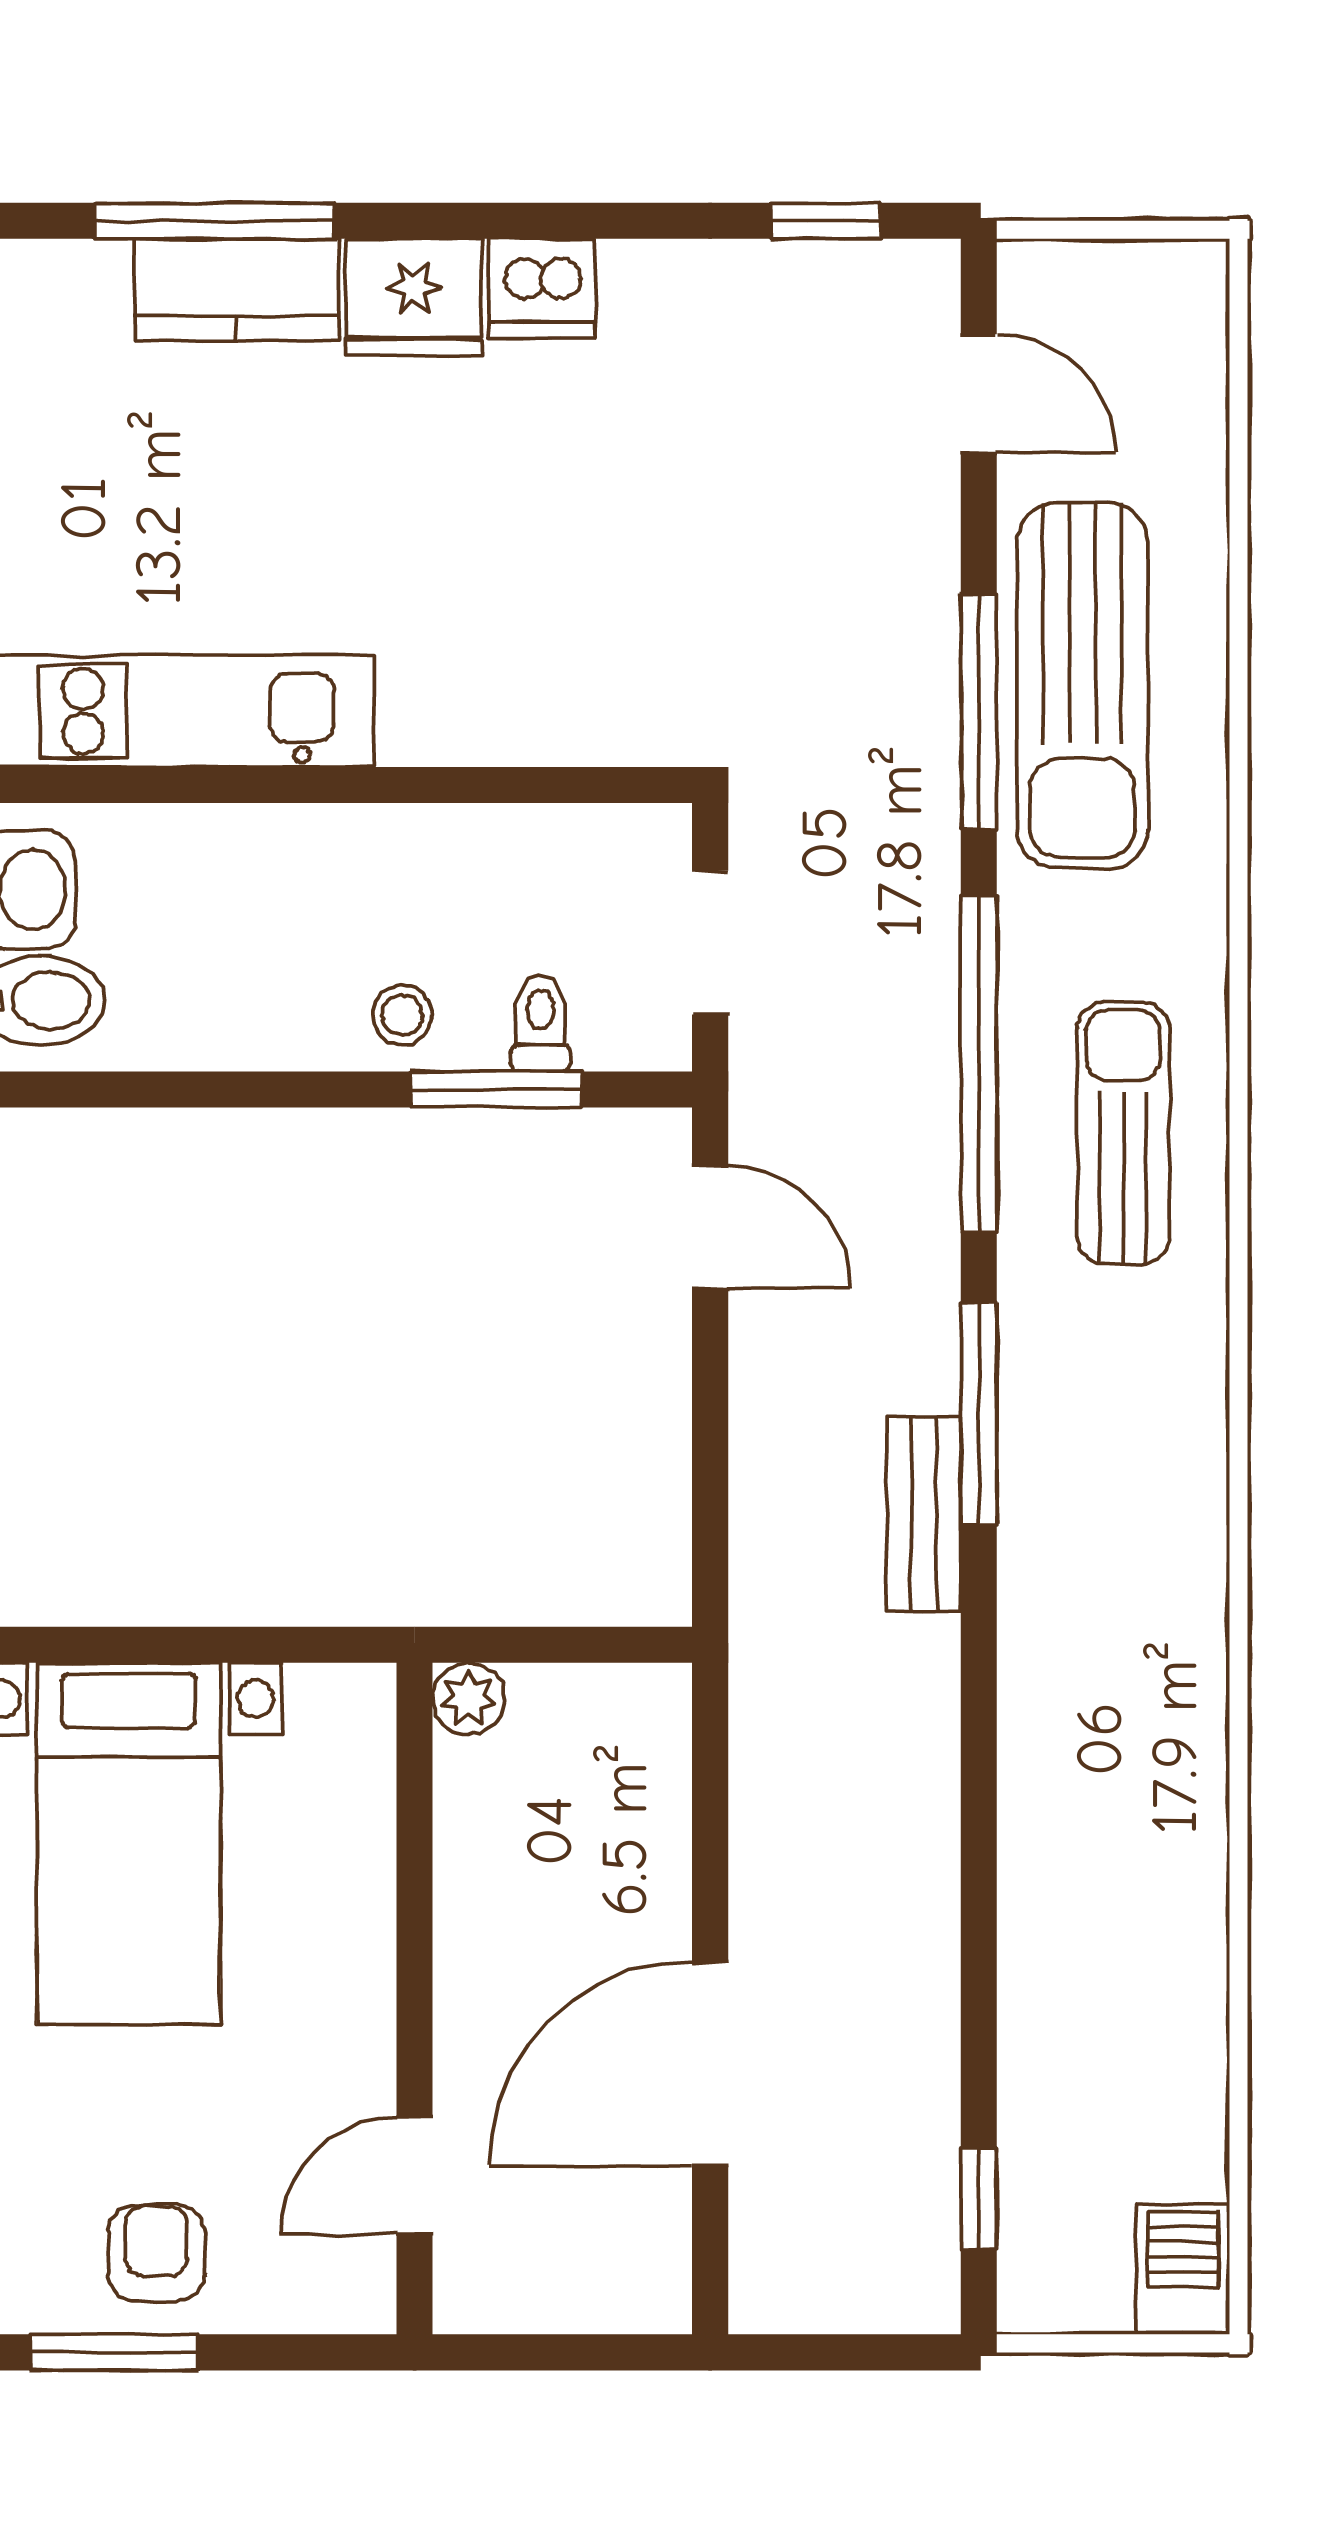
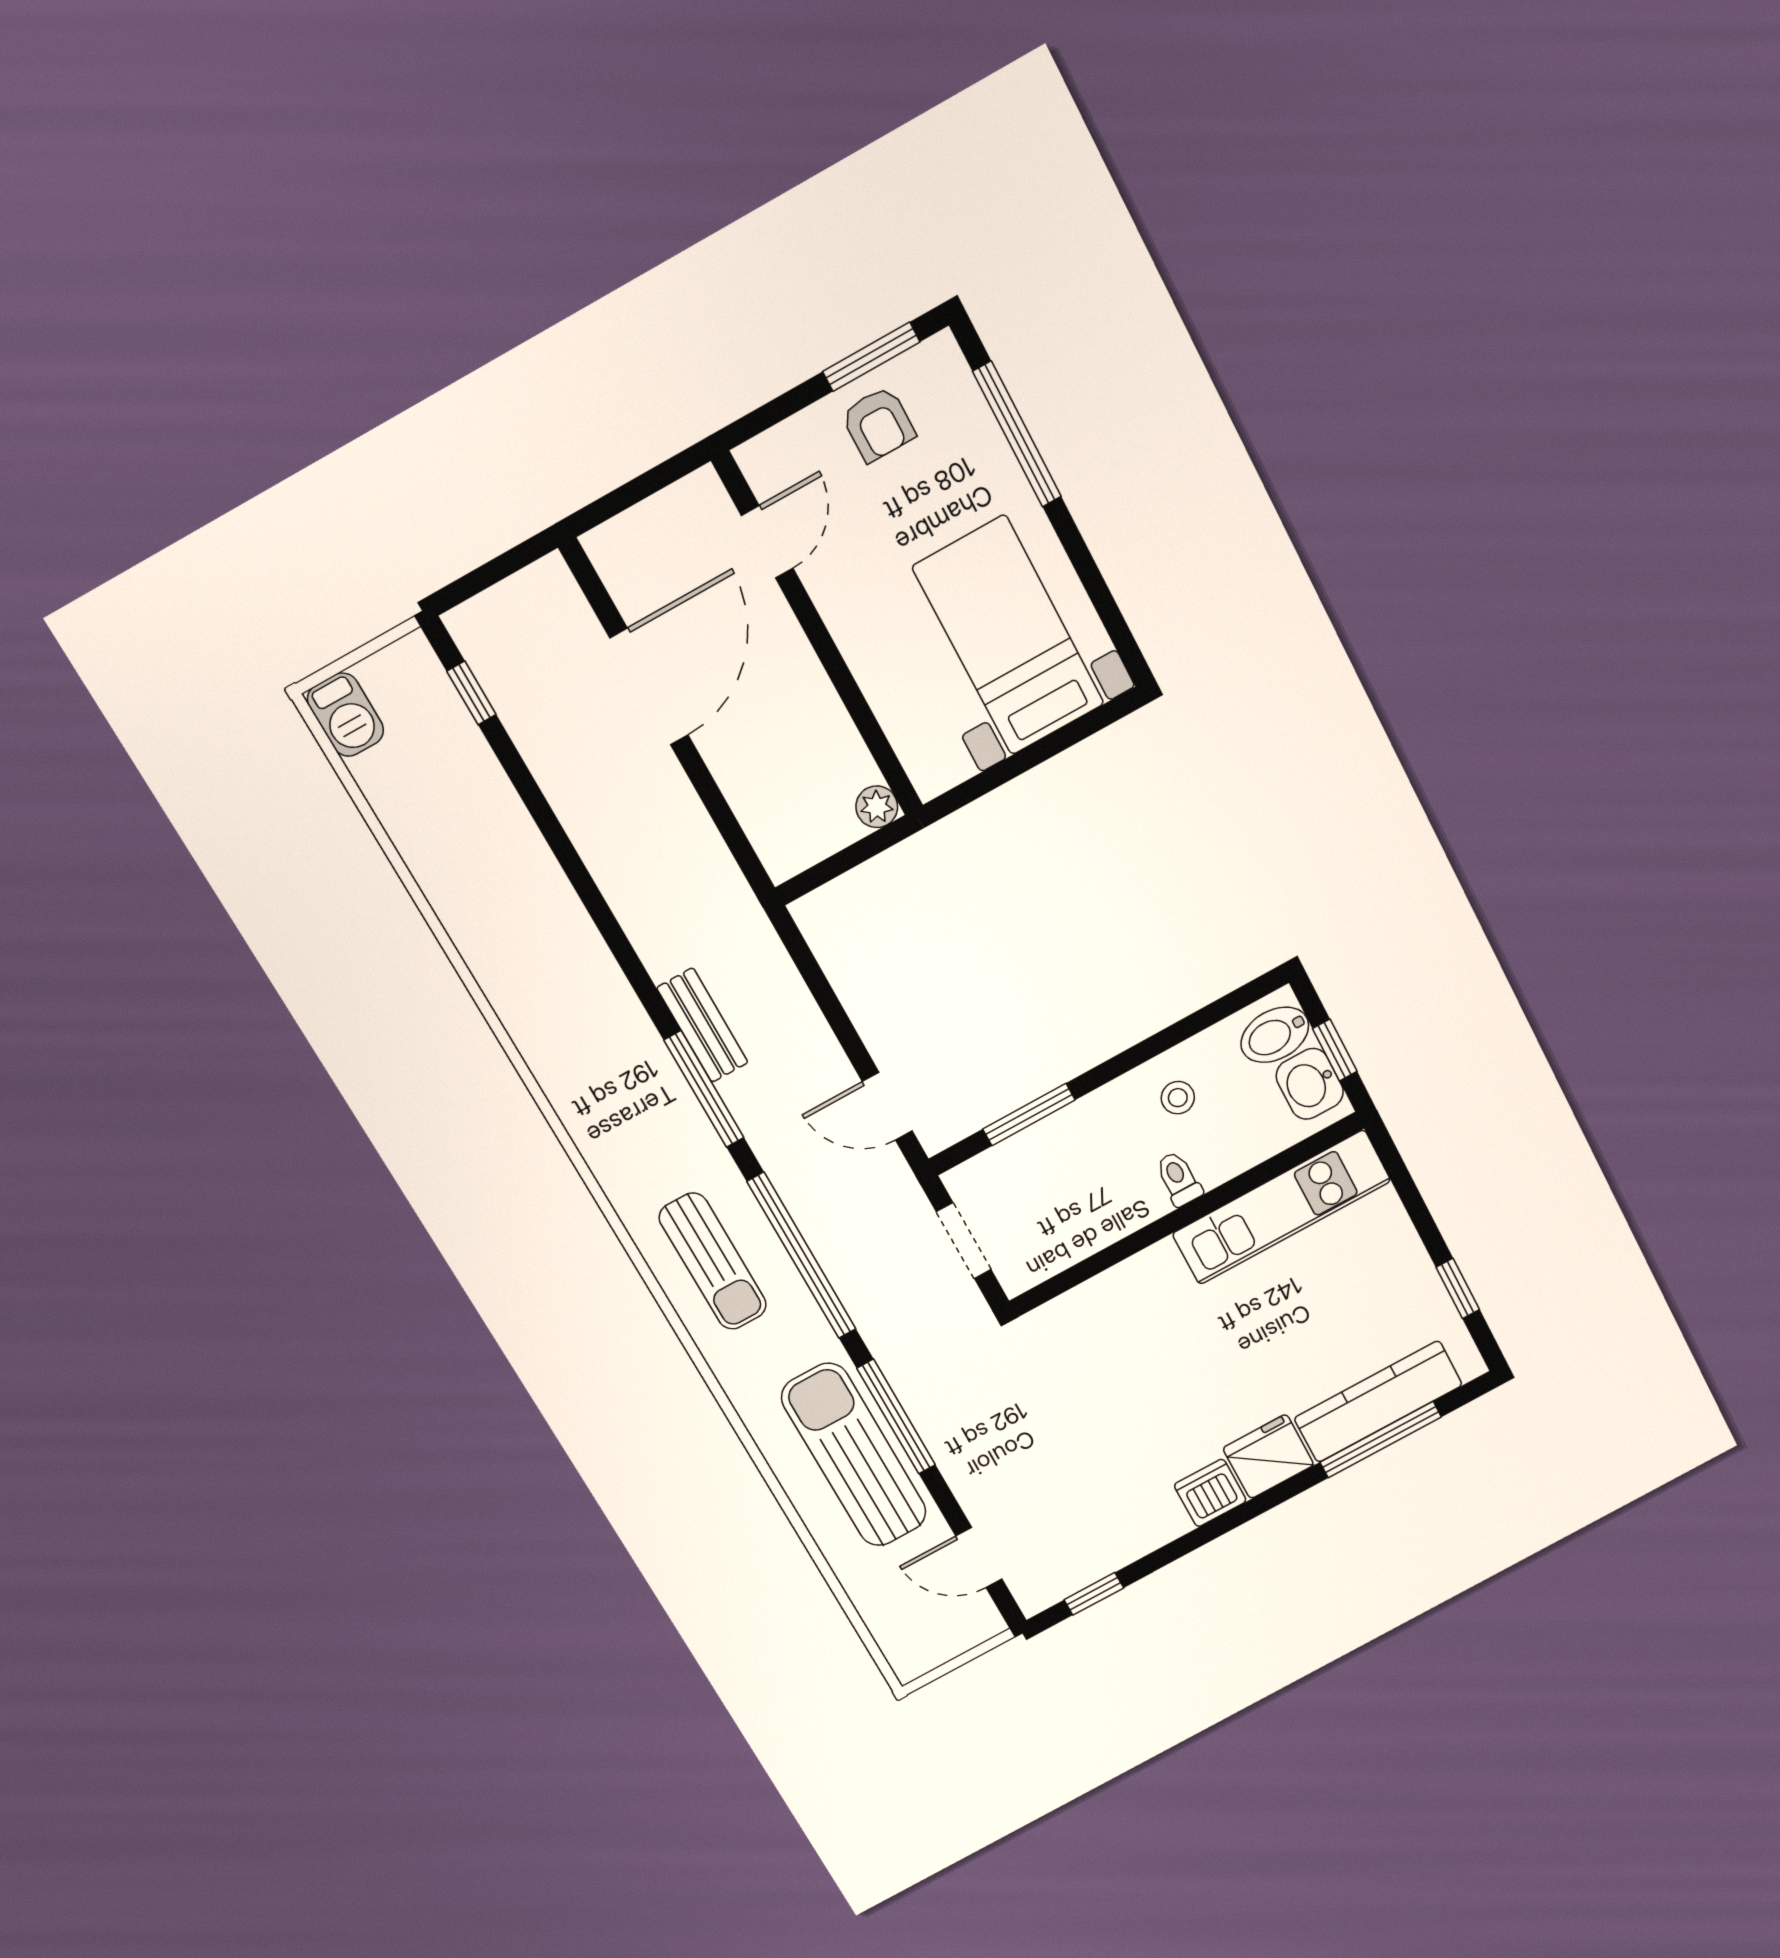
kitchen counter: (236, 290) -> (1378, 1402), width x1.50
stool: (402, 1015) -> (1178, 1098), moved
toilet: (541, 1023) -> (1179, 1179), moved, turned 180

